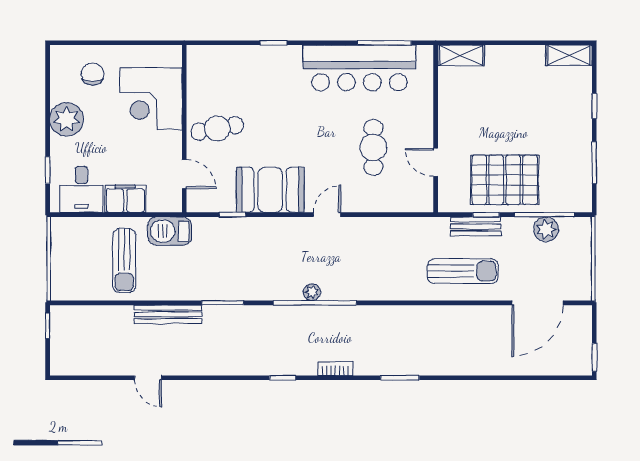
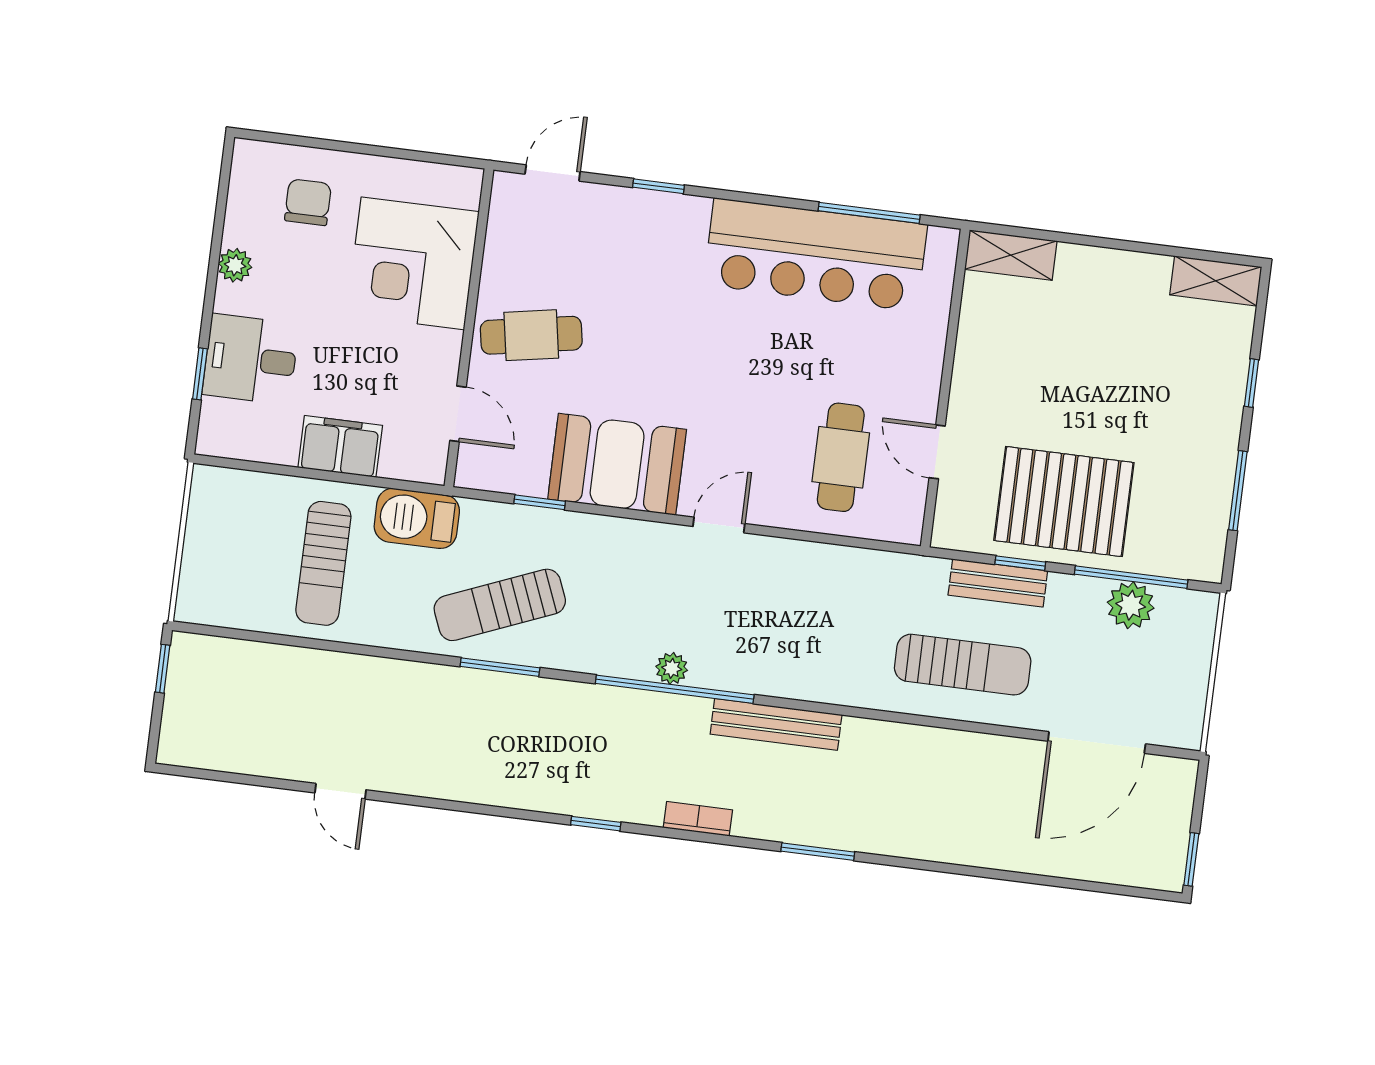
door: (218, 43) -> (553, 173), added
plant: (67, 119) -> (235, 265), width x0.53, depth x0.53
cafe table: (373, 147) -> (841, 457), moved
desk: (81, 189) -> (251, 359), moved, turned 90
sun lounger: (218, 271) -> (500, 605), added
bench: (168, 314) -> (776, 724), moved

